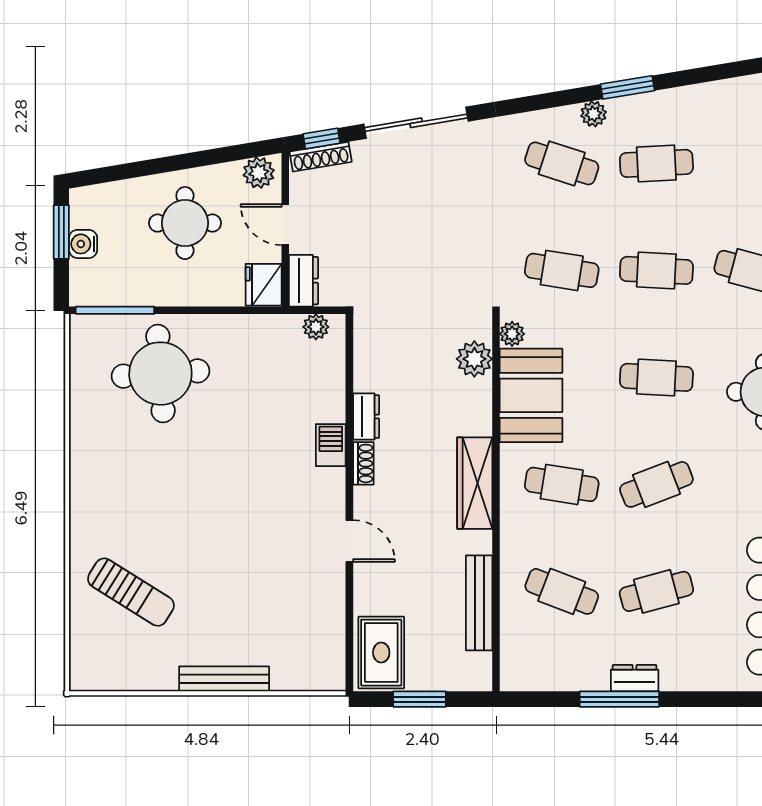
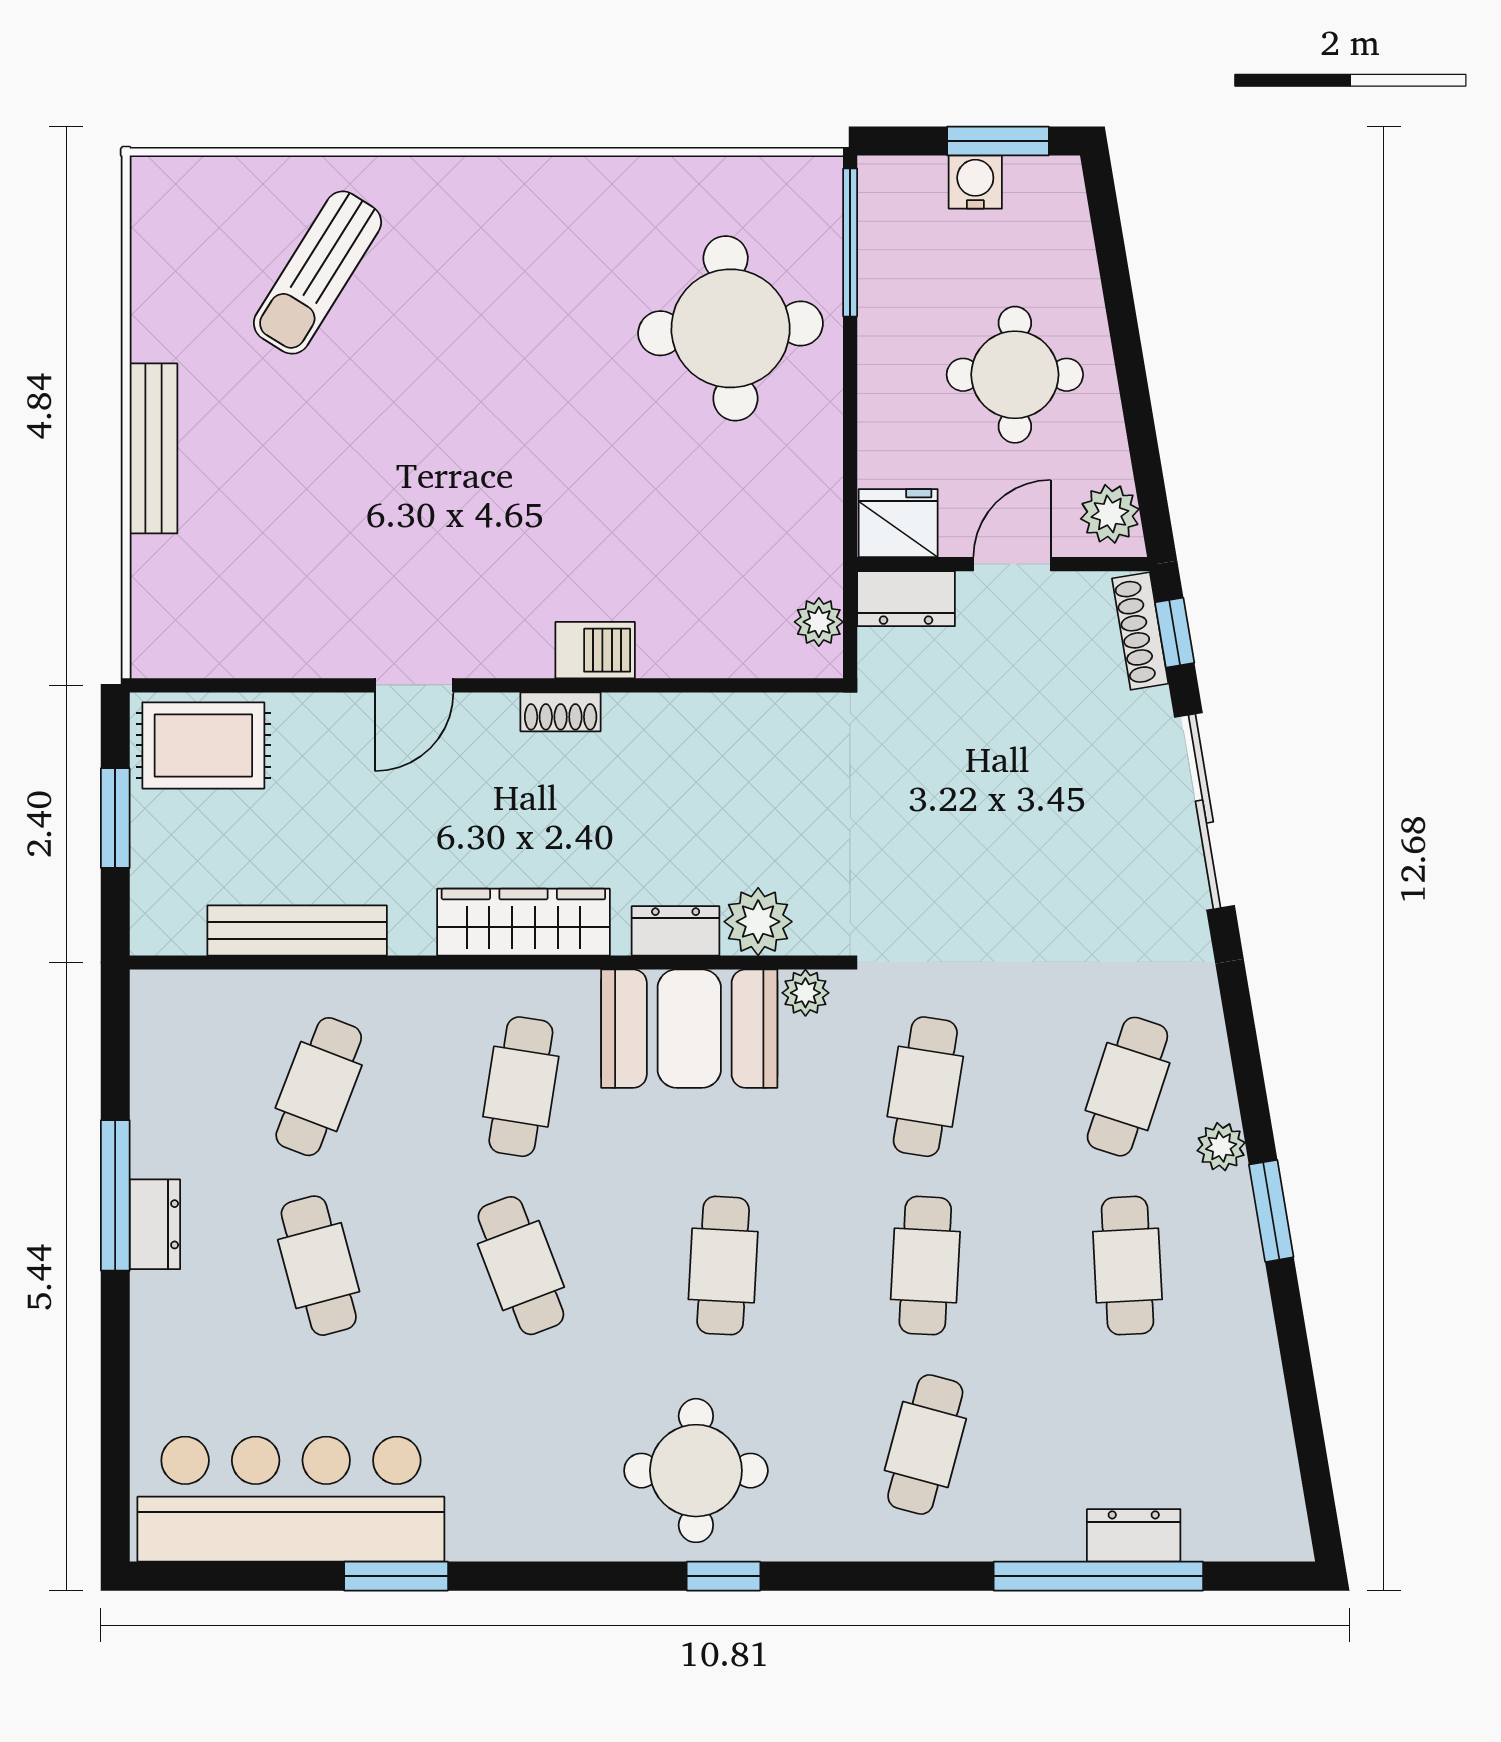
dresser: (366, 417) -> (676, 931), moved, turned 180

